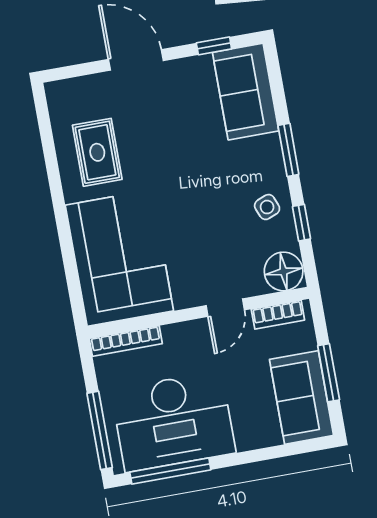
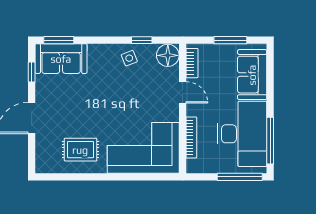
window: (288, 150) -> (59, 40), moved
bookcase: (126, 341) -> (191, 137), moved
sofa: (301, 397) -> (252, 75), moved, turned 90

